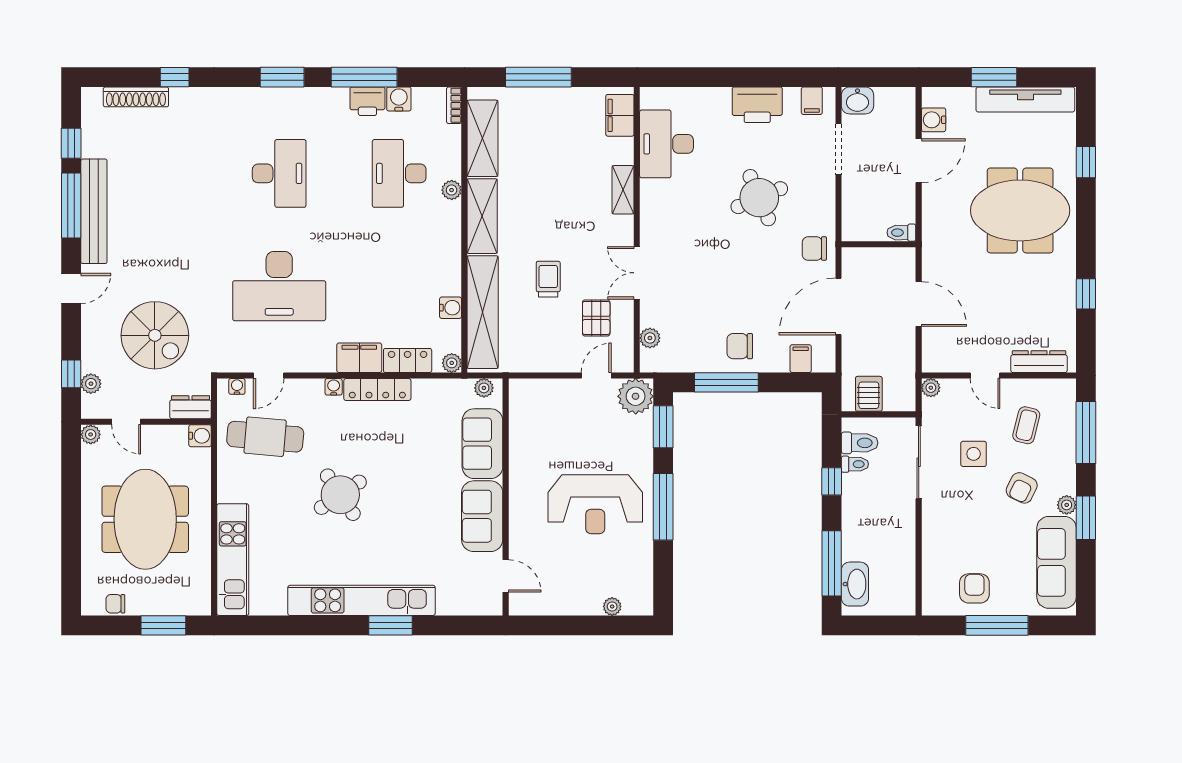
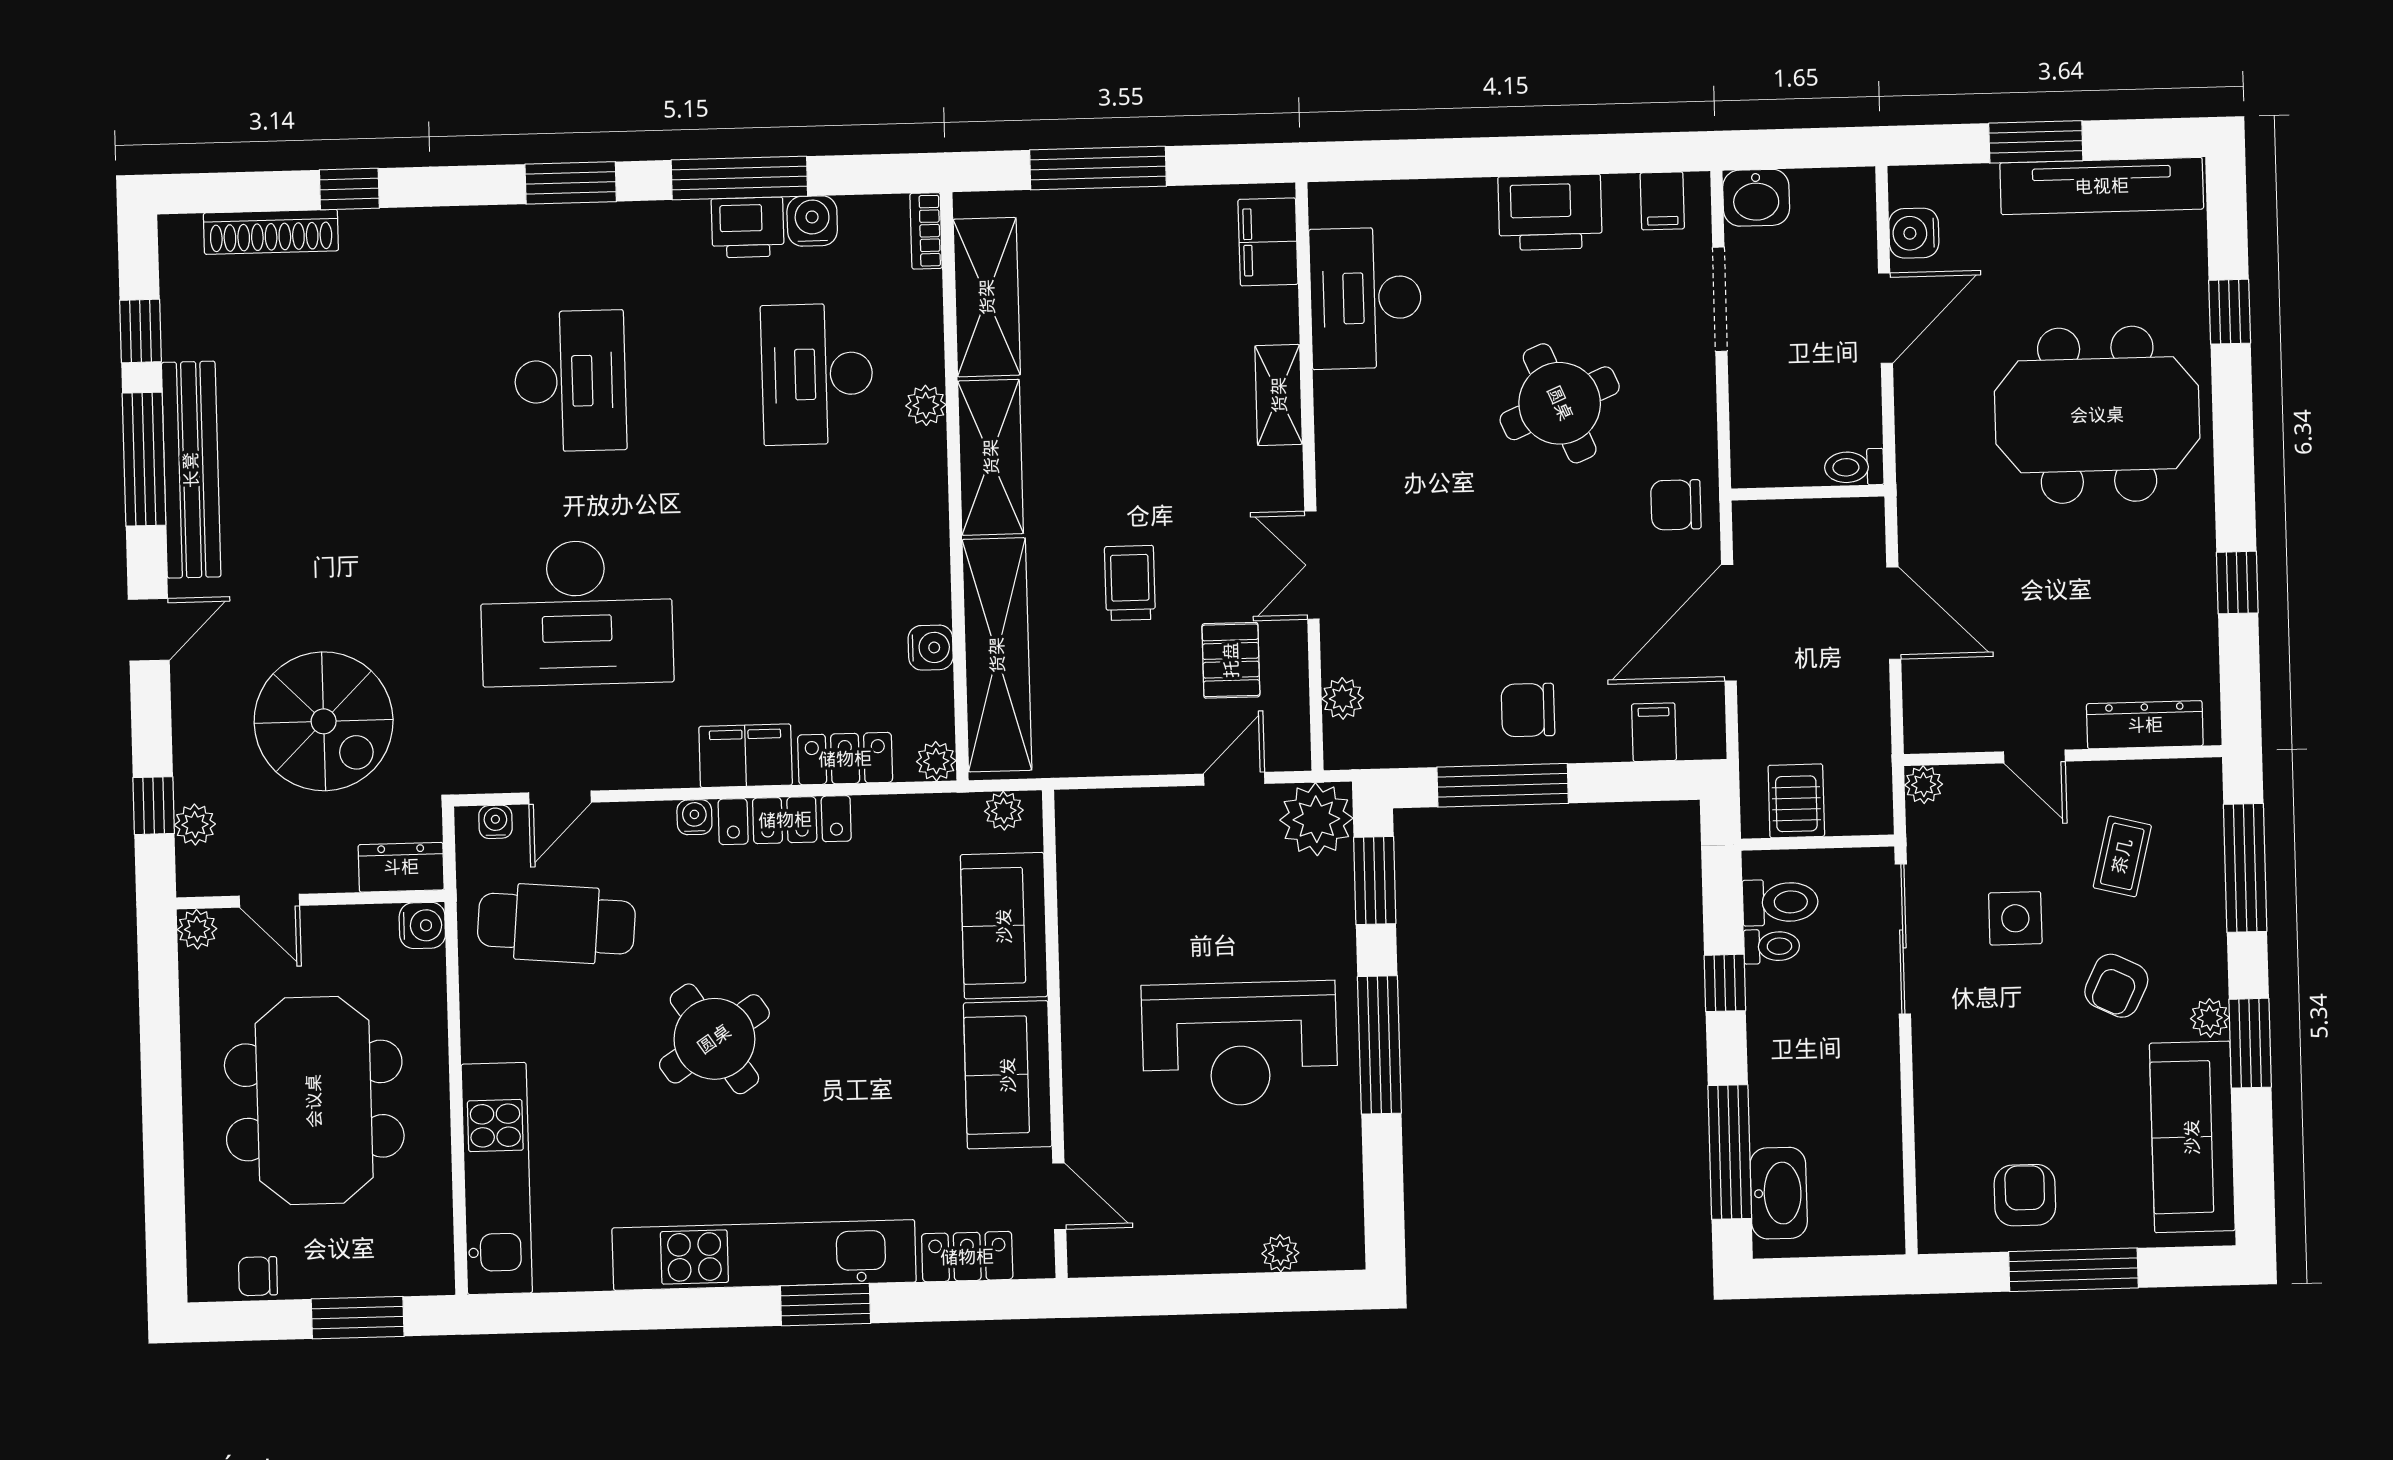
locker: (460, 604) -> (967, 1257), added

